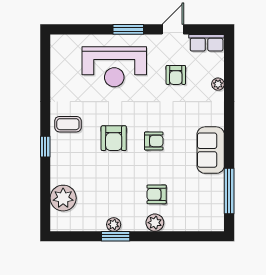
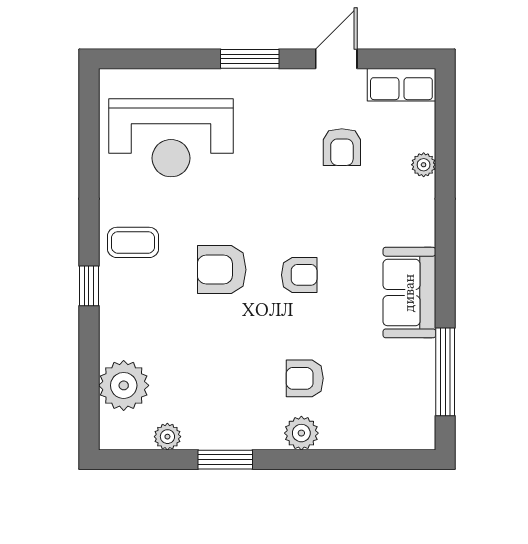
reception desk: (114, 67) -> (171, 138), moved
armchair: (114, 138) -> (222, 270), turned 90
plant: (114, 224) -> (167, 437), moved

